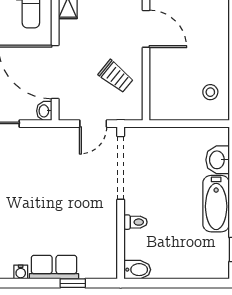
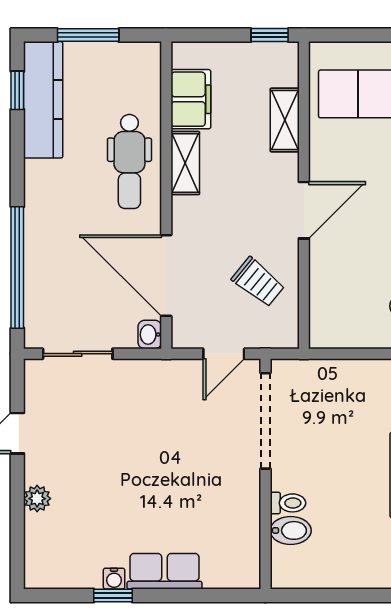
door: (146, 29) -> (304, 210), hinge flipped
bidet: (137, 270) -> (291, 530), moved
window: (73, 283) -> (113, 595), moved

